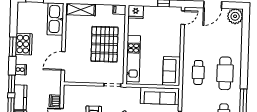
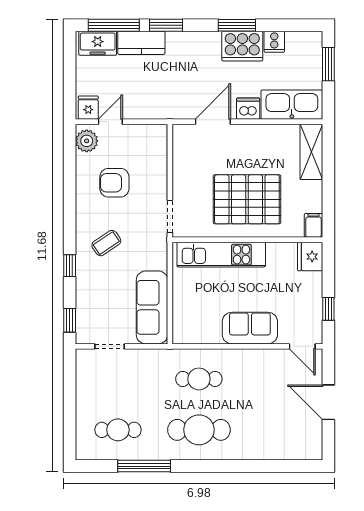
plant: (235, 16) -> (308, 445), removed
door: (63, 61) -> (213, 122), hinge flipped
cooker: (21, 70) -> (274, 42), moved
sofa: (172, 71) -> (250, 328), moved
dishwasher: (55, 101) -> (248, 109), moved

